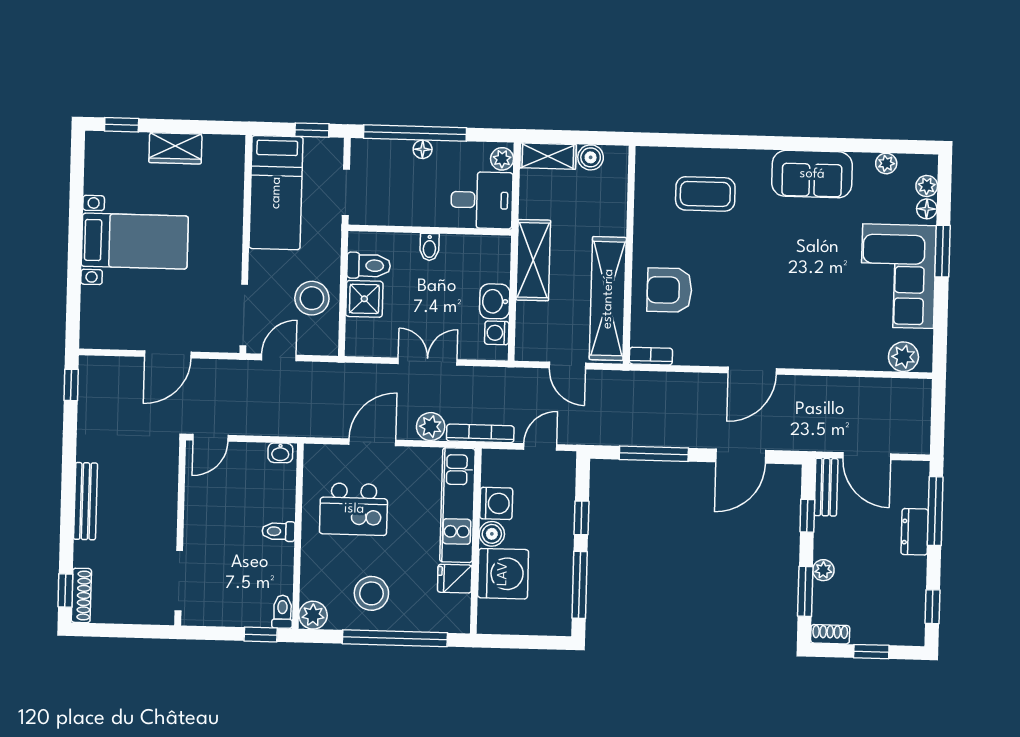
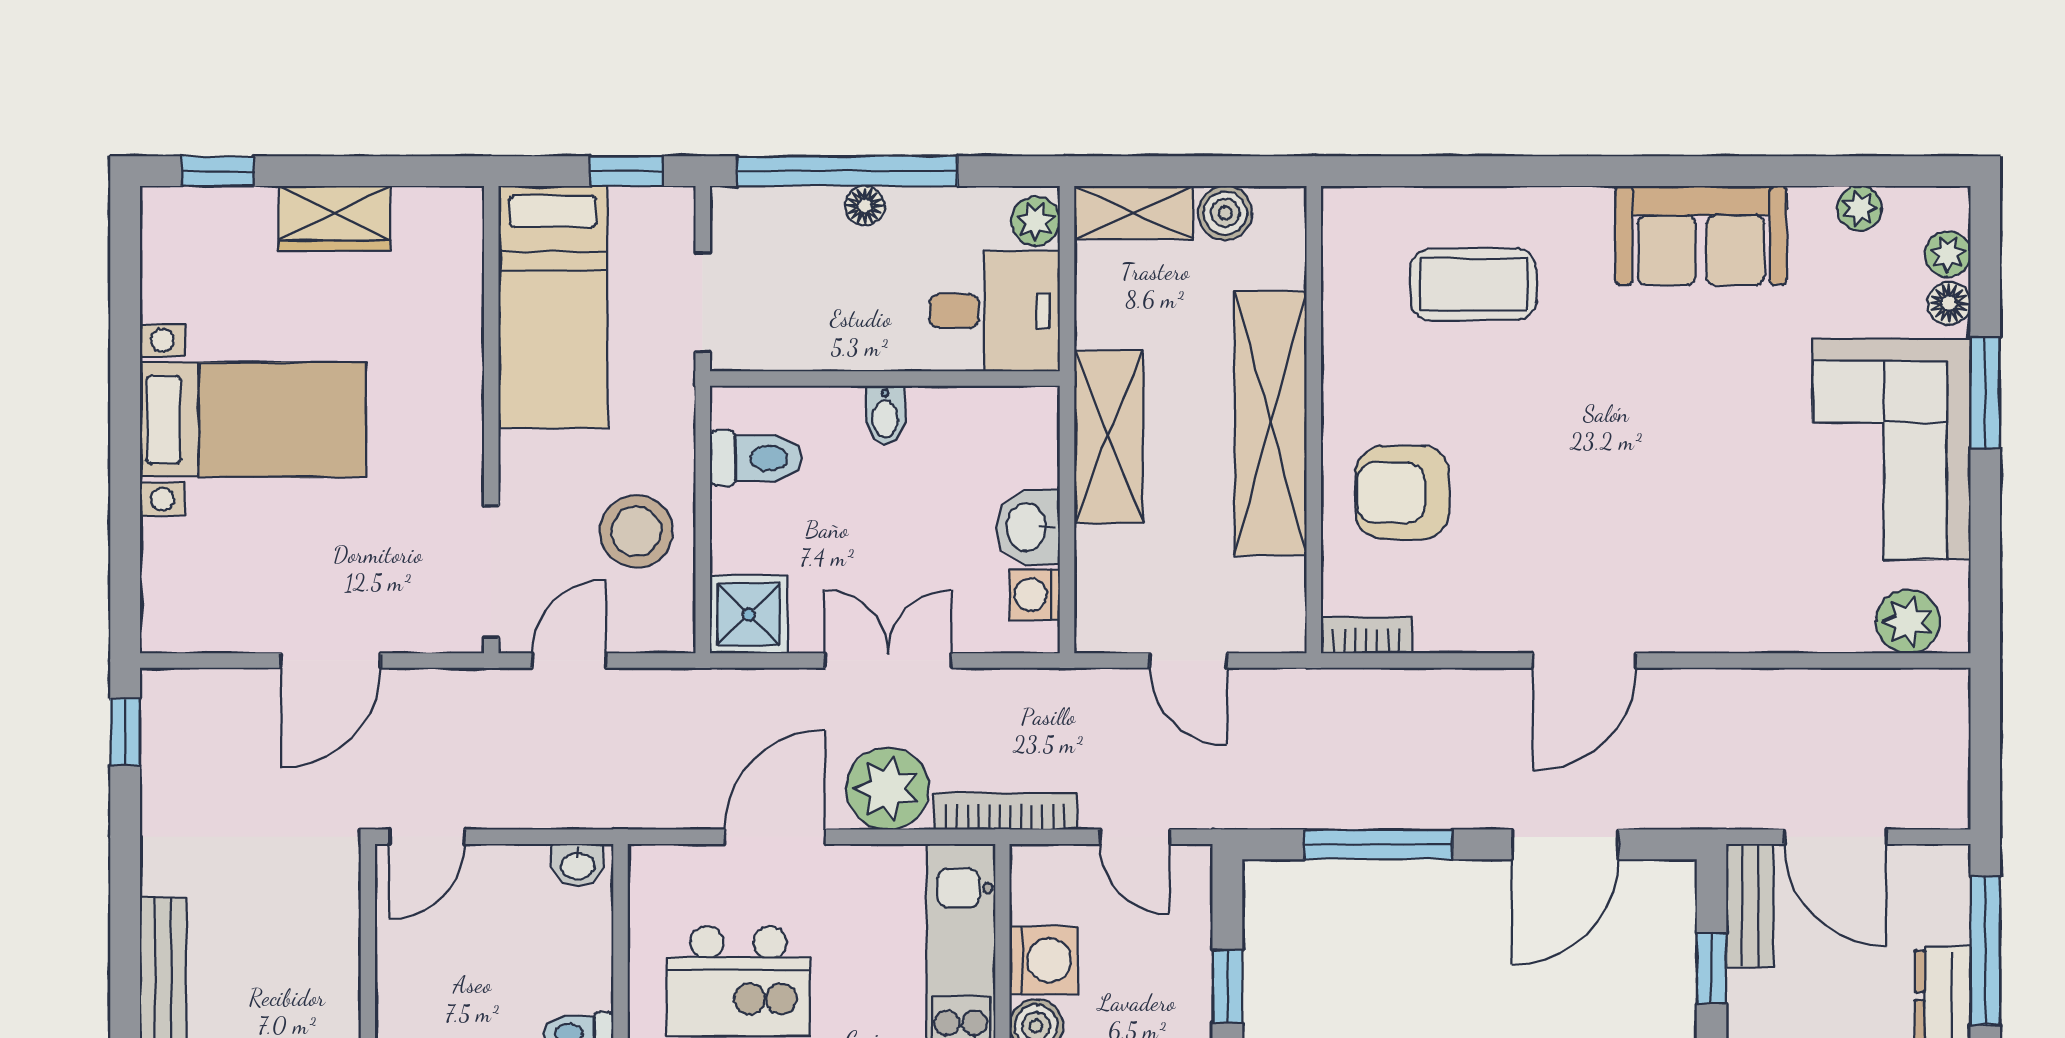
shower: (364, 299) -> (749, 615), moved
shelving: (608, 299) -> (1271, 423), moved
plant: (431, 427) -> (887, 789), width x1.36, depth x1.36
door: (540, 447) -> (1135, 837), swing flipped

